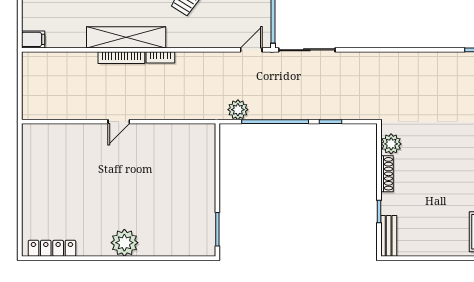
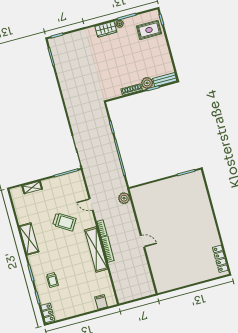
filing cabinet: (33, 39) -> (101, 302), moved
door: (251, 50) -> (91, 204), moved
plant: (238, 110) -> (124, 198), moved
plant: (391, 144) -> (147, 83), moved
plant: (124, 243) -> (207, 221), removed

